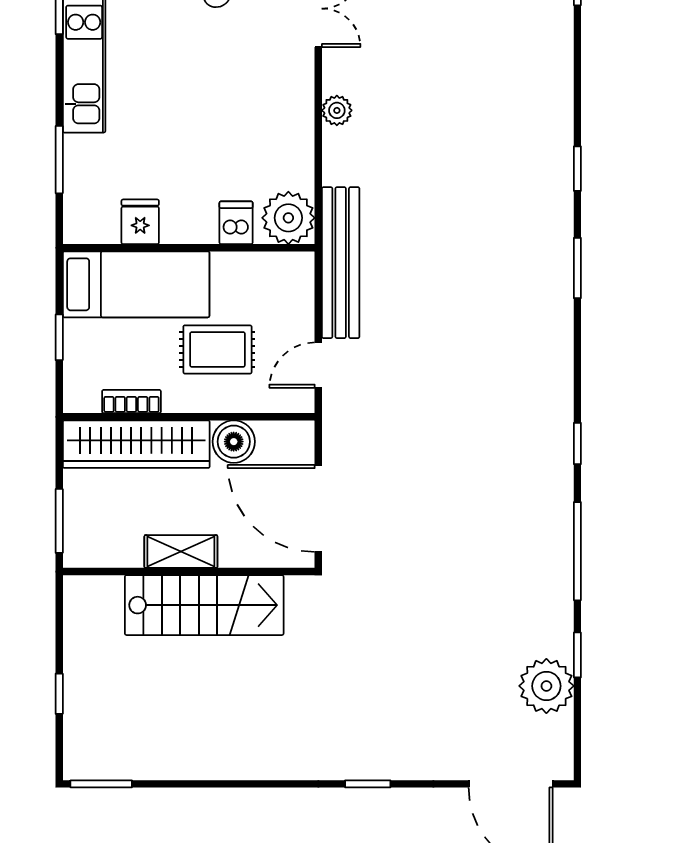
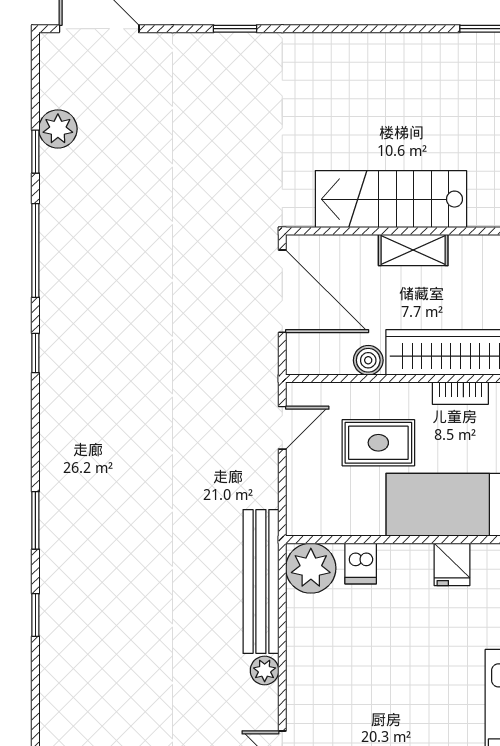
bench: (341, 263) -> (261, 582), moved
boiler: (234, 442) -> (368, 360), width x0.73, depth x0.73
plant: (546, 686) -> (58, 129), width x0.73, depth x0.73

